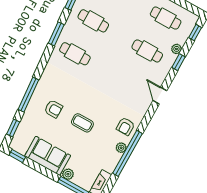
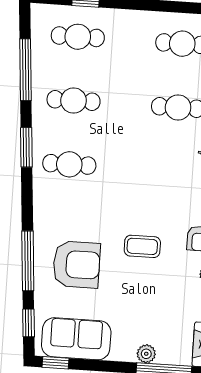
armchair: (53, 109) -> (77, 264), width x1.88, depth x1.88
coffee table: (82, 123) -> (142, 246), moved
sofa: (48, 156) -> (76, 339), moved

